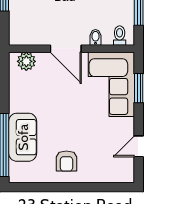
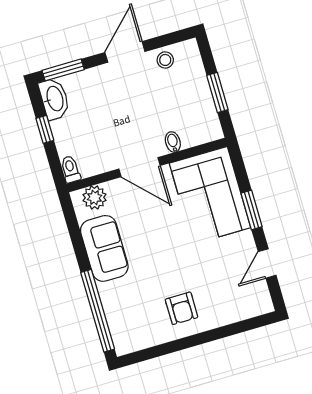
toilet: (120, 36) -> (70, 169), moved
window: (139, 88) -> (252, 210), moved
sofa: (23, 137) -> (104, 248), moved

